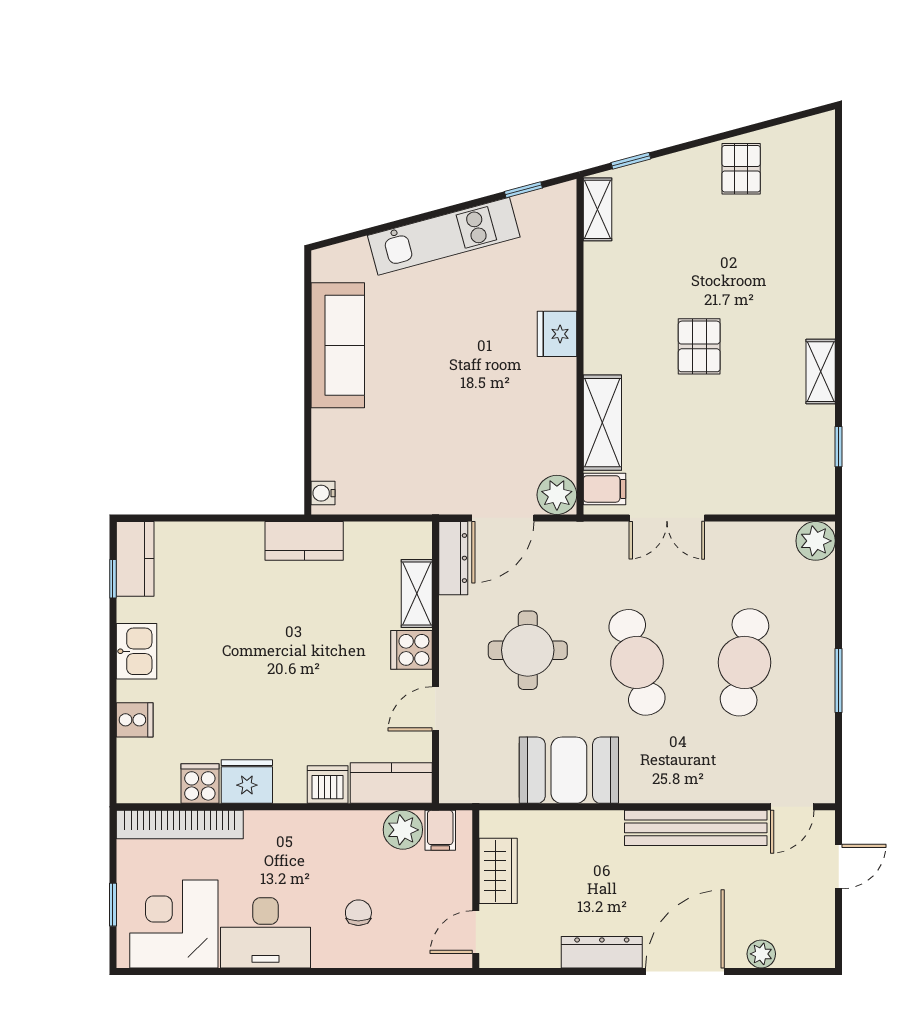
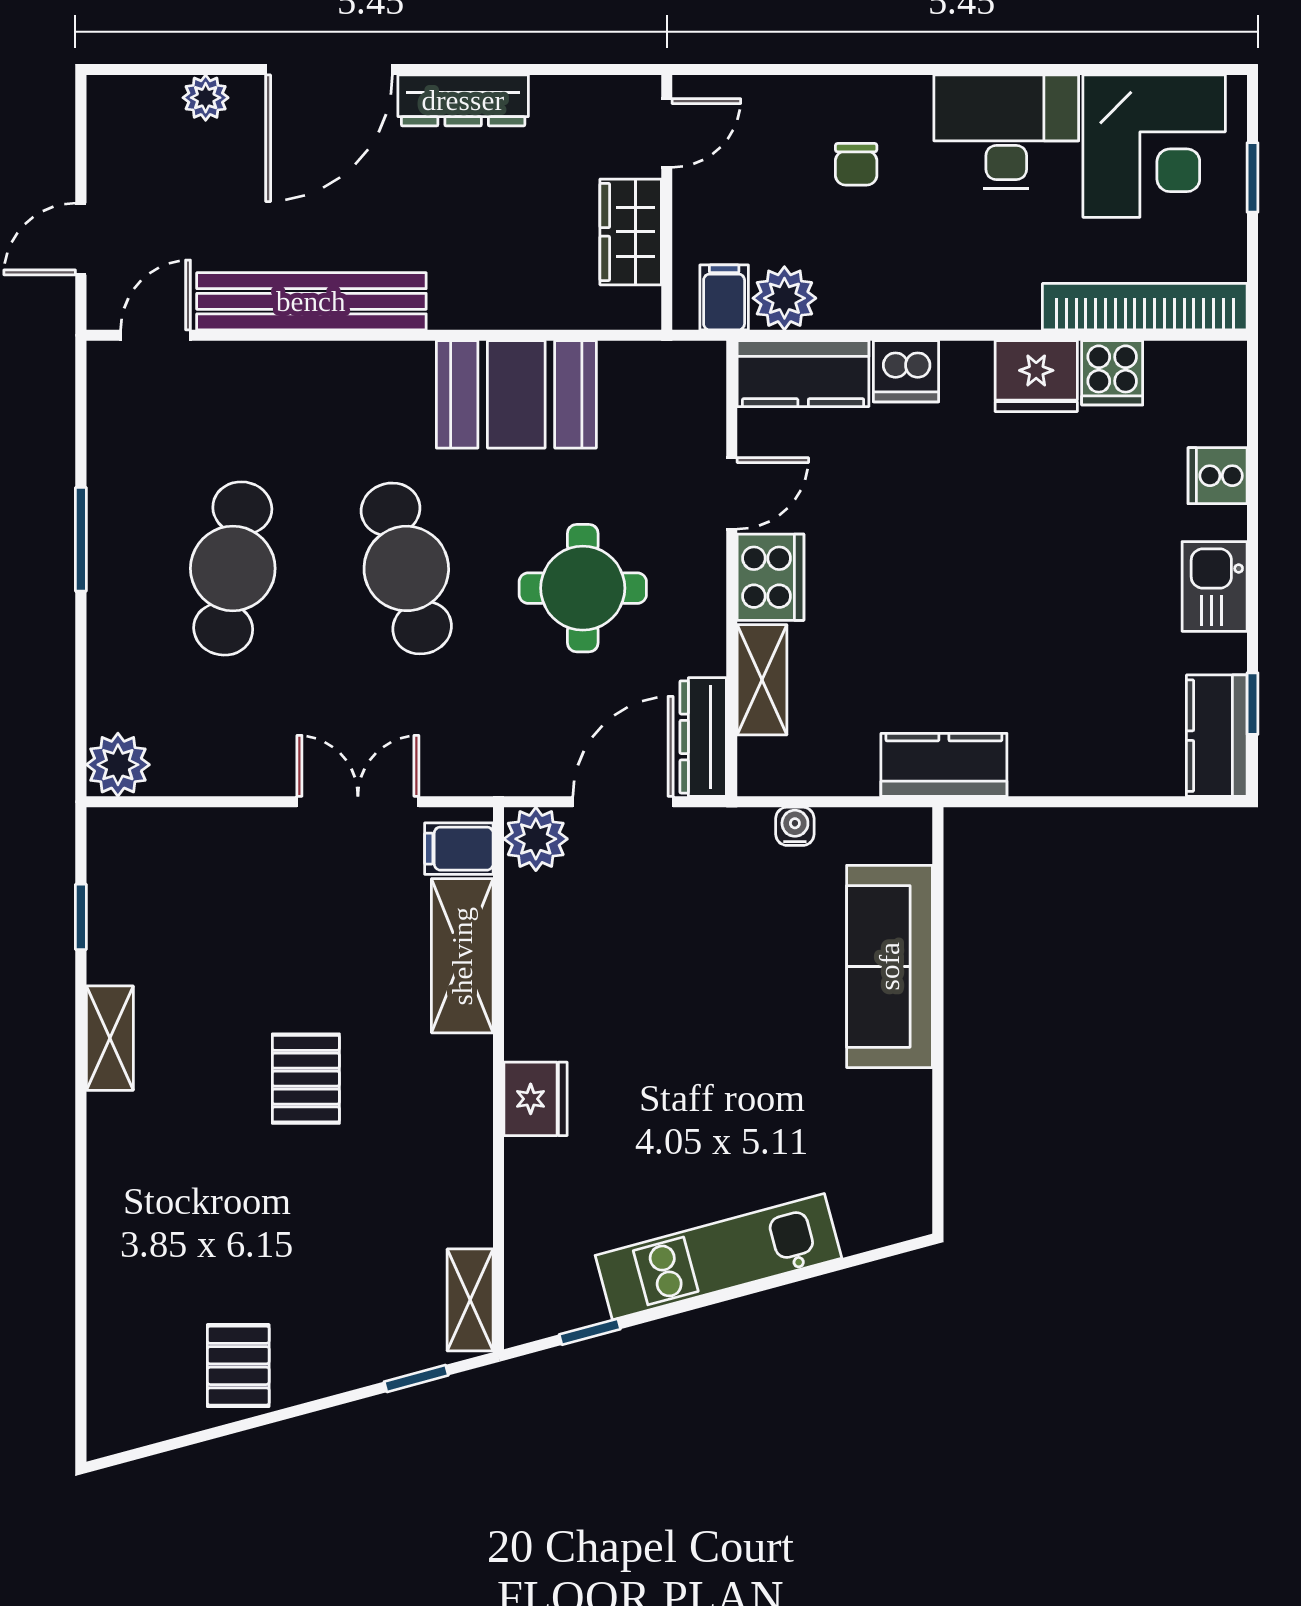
sofa: (338, 345) -> (889, 966), moved
water cooler: (323, 493) -> (795, 826), moved, turned -90
cooker: (411, 650) -> (771, 577), width x1.36

